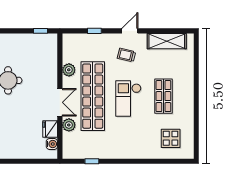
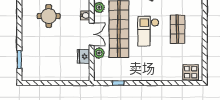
display table: (171, 138) -> (191, 72), moved
water cooler: (52, 144) -> (85, 15), moved

